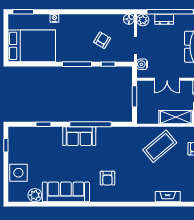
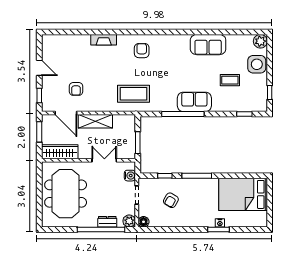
window: (23, 12) -> (219, 229), moved
window: (43, 124) -> (244, 114), moved
coffee table: (160, 146) -> (133, 94), moved, turned 40
coffee table: (45, 157) -> (230, 80), added
armchair: (107, 178) -> (142, 51), moved
sofa: (66, 192) -> (208, 45), width x0.73
plant: (35, 195) -> (260, 41), moved

